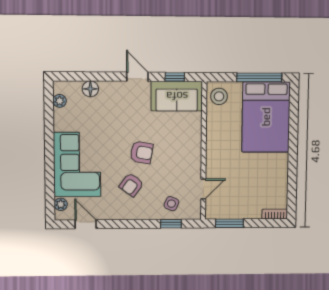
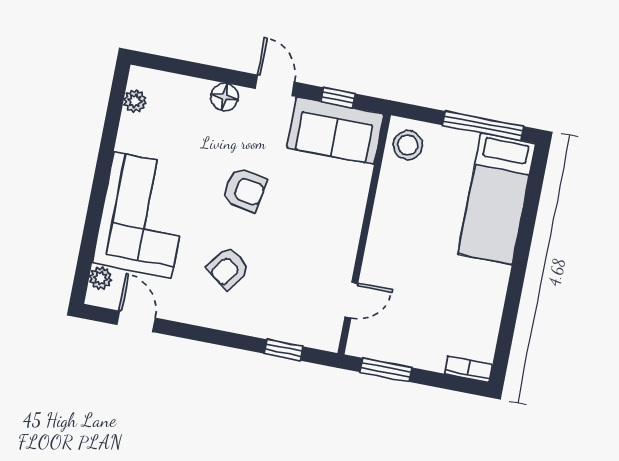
floor lamp: (90, 89) -> (224, 97), moved
bed: (266, 117) -> (496, 199), width x0.67
armchair: (141, 152) -> (245, 190), moved
side table: (171, 204) -> (291, 315), removed

